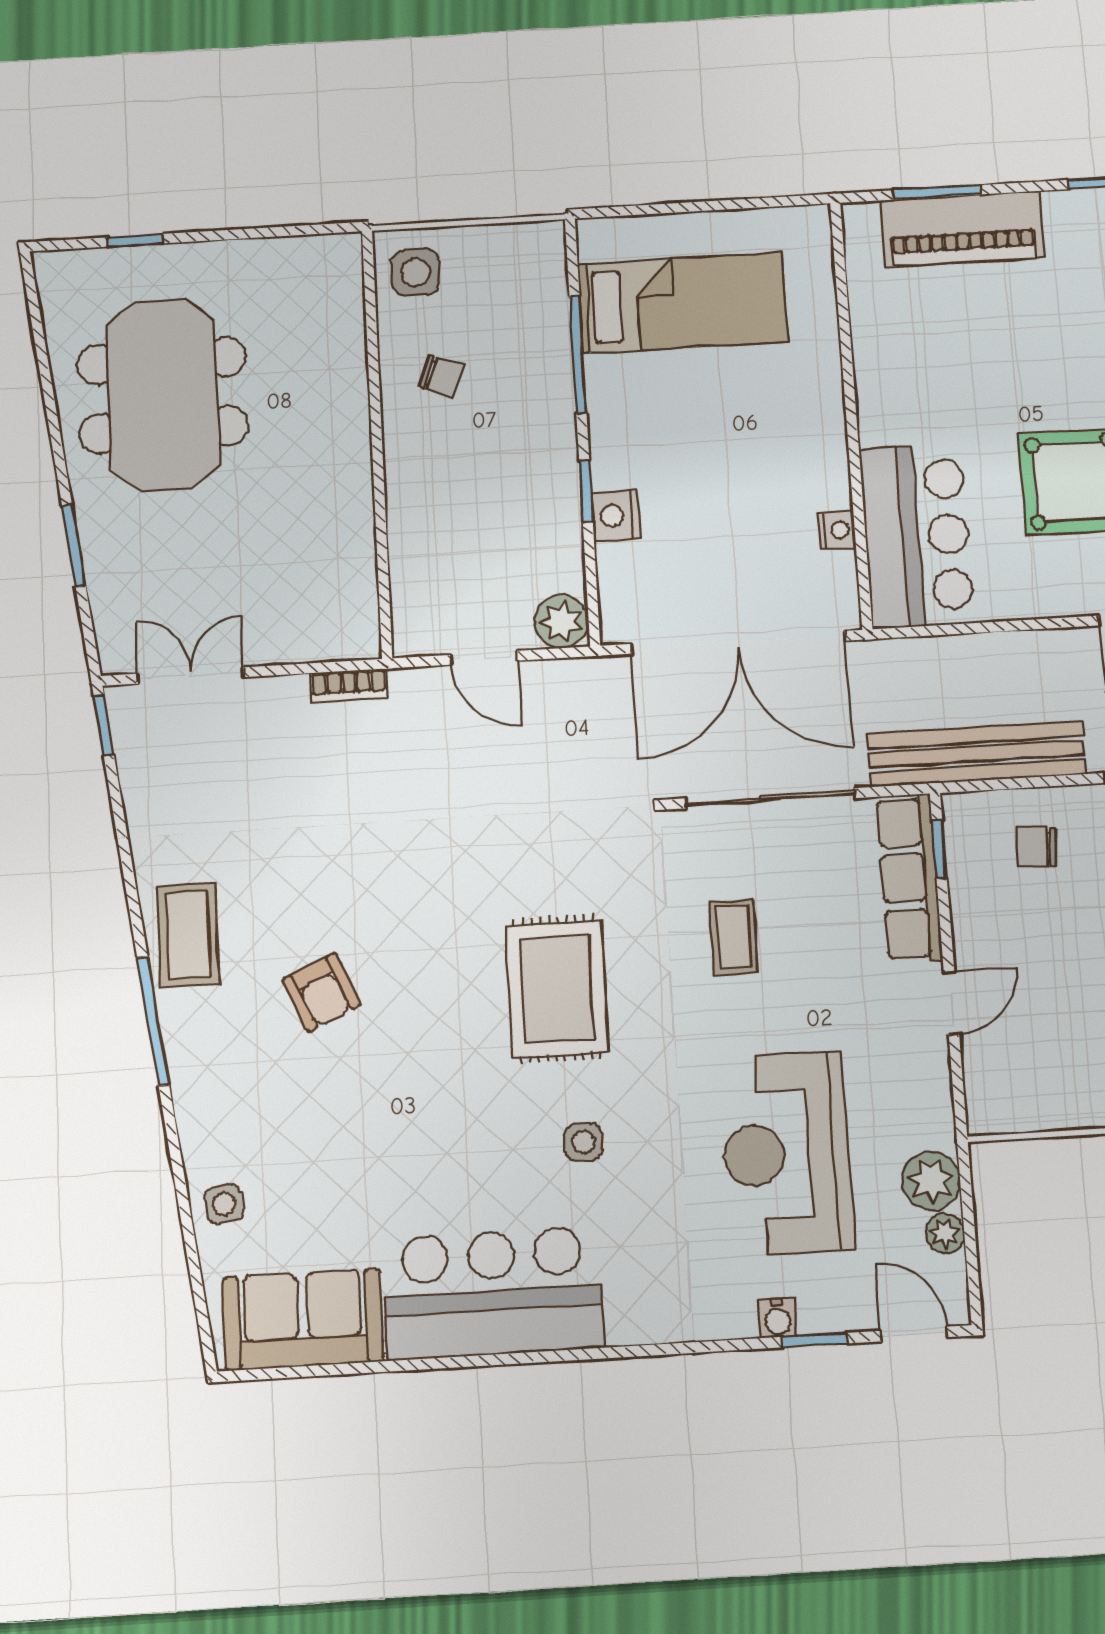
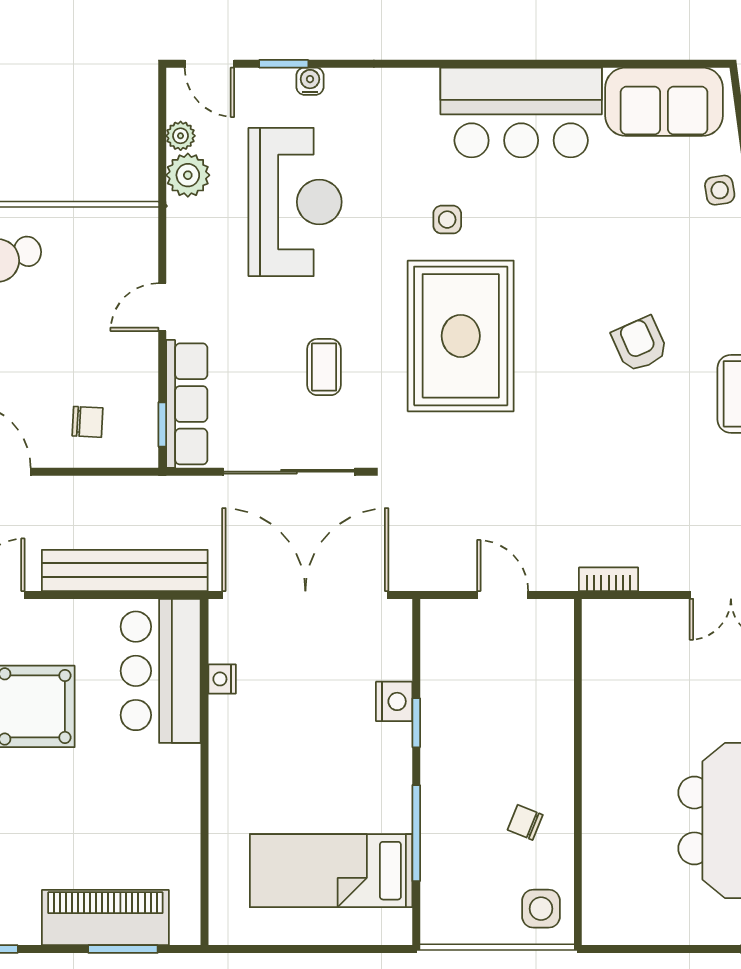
plant: (562, 621) -> (441, 620), removed
bench: (976, 754) -> (125, 570), moved
rug: (557, 989) -> (461, 336), width x1.37, depth x1.44

